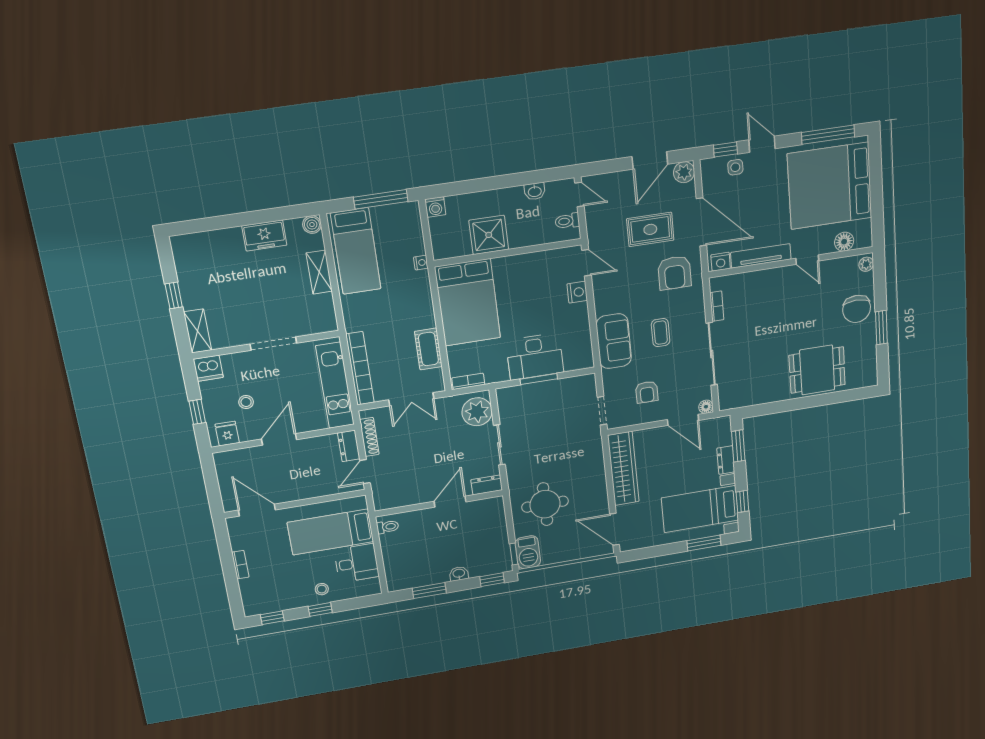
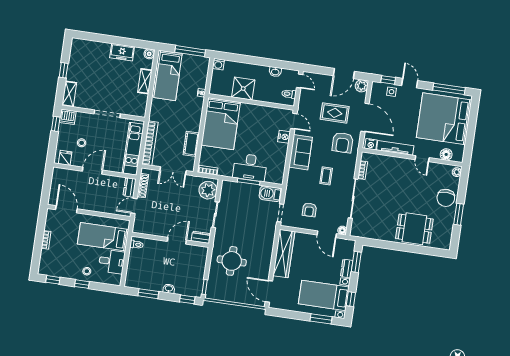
sofa: (614, 341) -> (301, 152), moved
window: (197, 412) -> (56, 124), moved
barbecue: (528, 552) -> (270, 194), moved, turned 90

